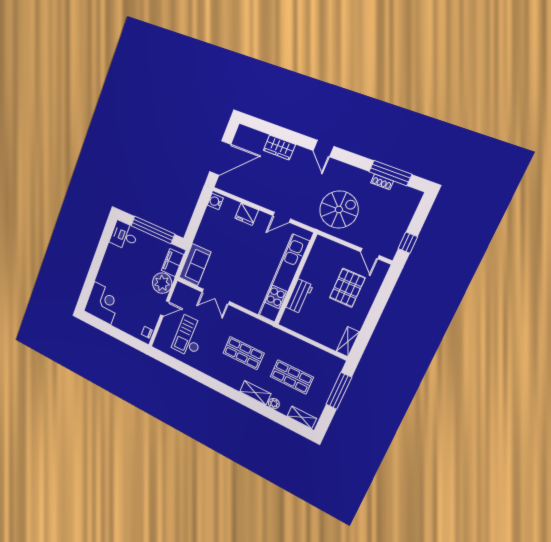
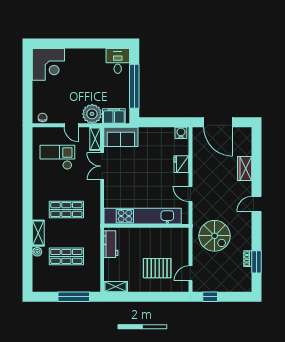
window: (390, 173) -> (257, 262), width x0.69
workbench: (299, 296) -> (111, 244), moved, turned -90
shop shelf: (244, 353) -> (66, 209), turned 90
shop shelf: (292, 377) -> (66, 256), turned 90
shelving: (302, 417) -> (95, 139), moved

